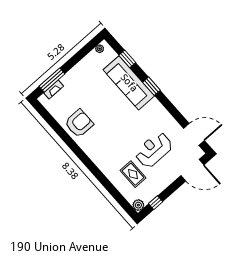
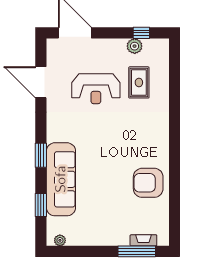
door: (194, 134) -> (41, 82), moved
plant: (138, 205) -> (135, 46), moved

